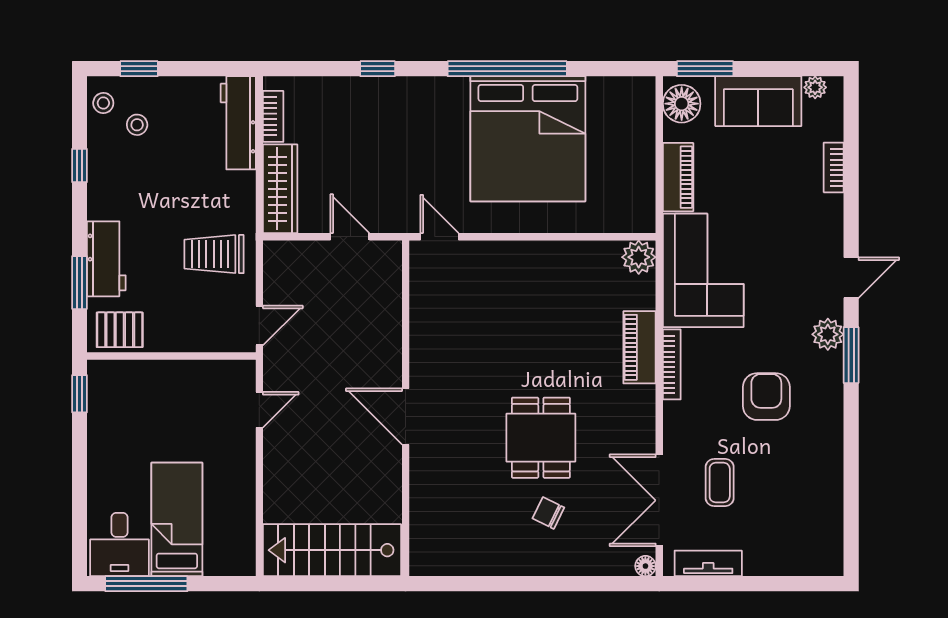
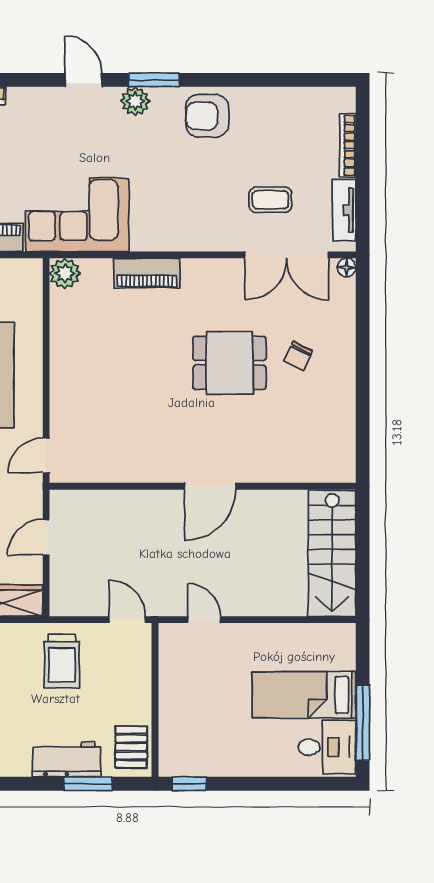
bookcase: (672, 364) -> (348, 145), moved, turned -90
armchair: (766, 397) -> (207, 116), moved

